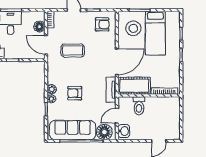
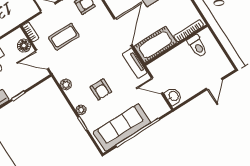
coffee table: (73, 50) -> (64, 37), moved
plant: (52, 89) -> (66, 85), moved
armchair: (75, 93) -> (101, 90), turned -90
toilet: (139, 106) -> (197, 46), moved
door: (117, 116) -> (157, 85), hinge flipped
floor lamp: (104, 132) -> (155, 109), removed

